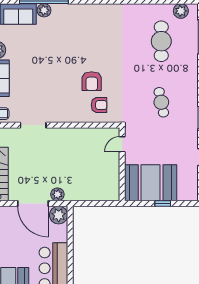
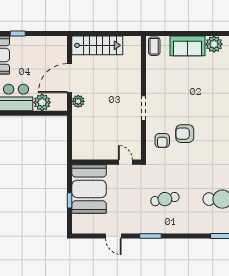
doorway: (33, 125) -> (143, 108), moved
plant: (59, 215) -> (42, 102), moved

